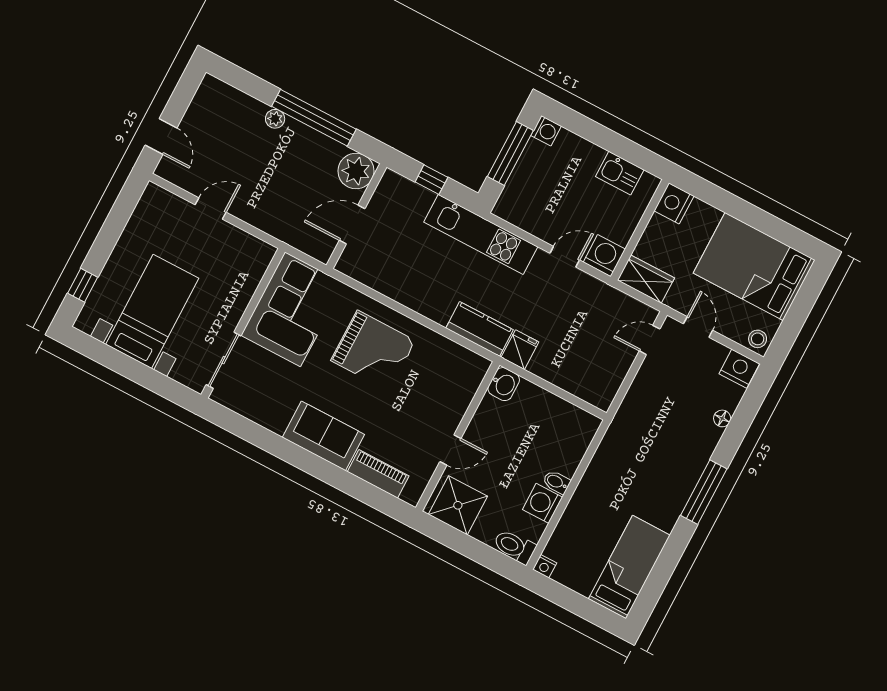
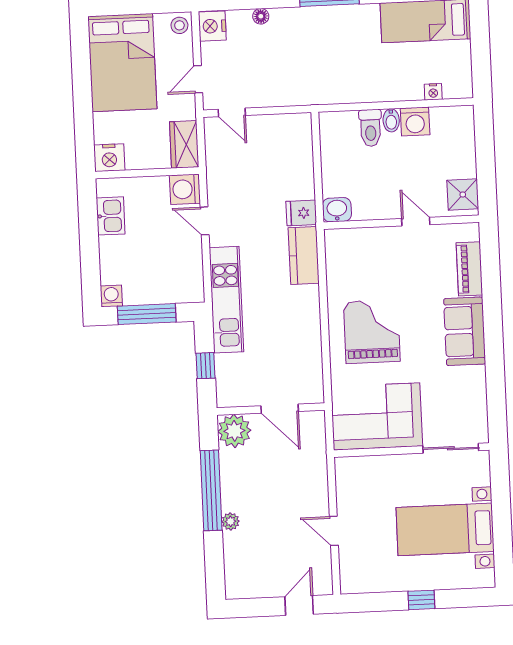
window: (83, 285) -> (421, 600), moved
shower: (458, 505) -> (463, 194), width x0.73, depth x0.73
toilet: (514, 547) -> (371, 128), moved
nightstand: (545, 566) -> (433, 92), moved, turned 90

